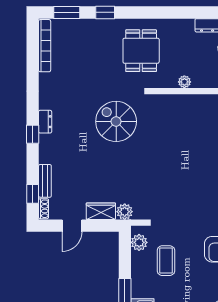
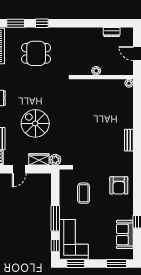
dining table: (141, 51) -> (36, 53), moved, turned 90
spiral stairs: (116, 121) -> (35, 123), moved
plant: (139, 242) -> (65, 181), removed

